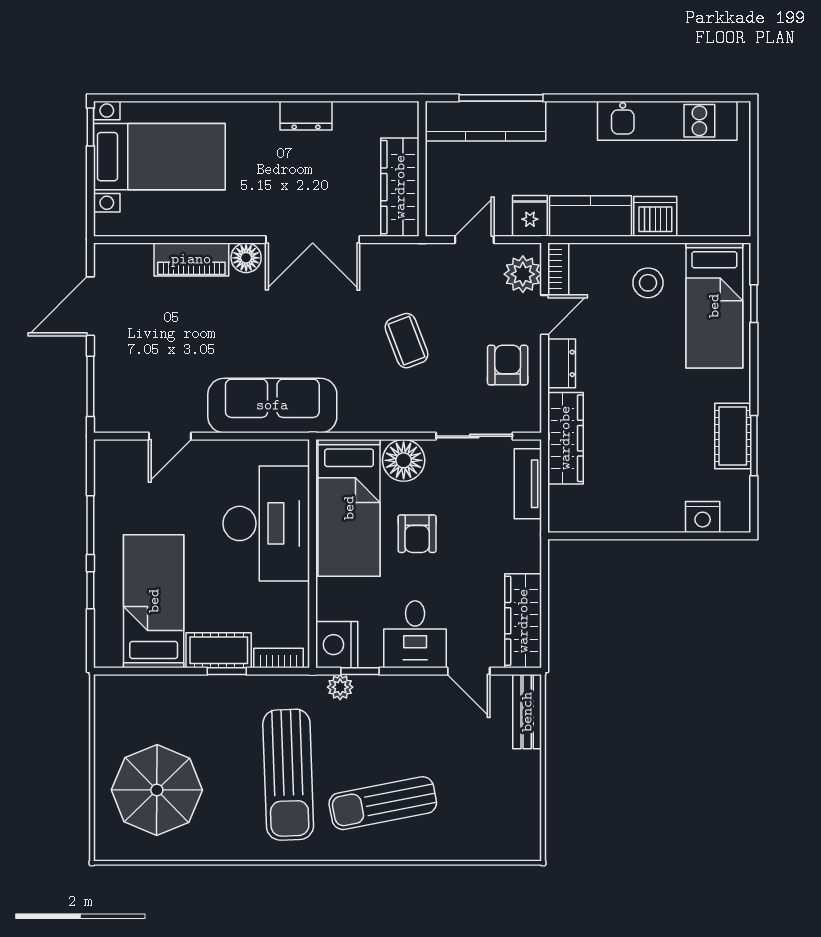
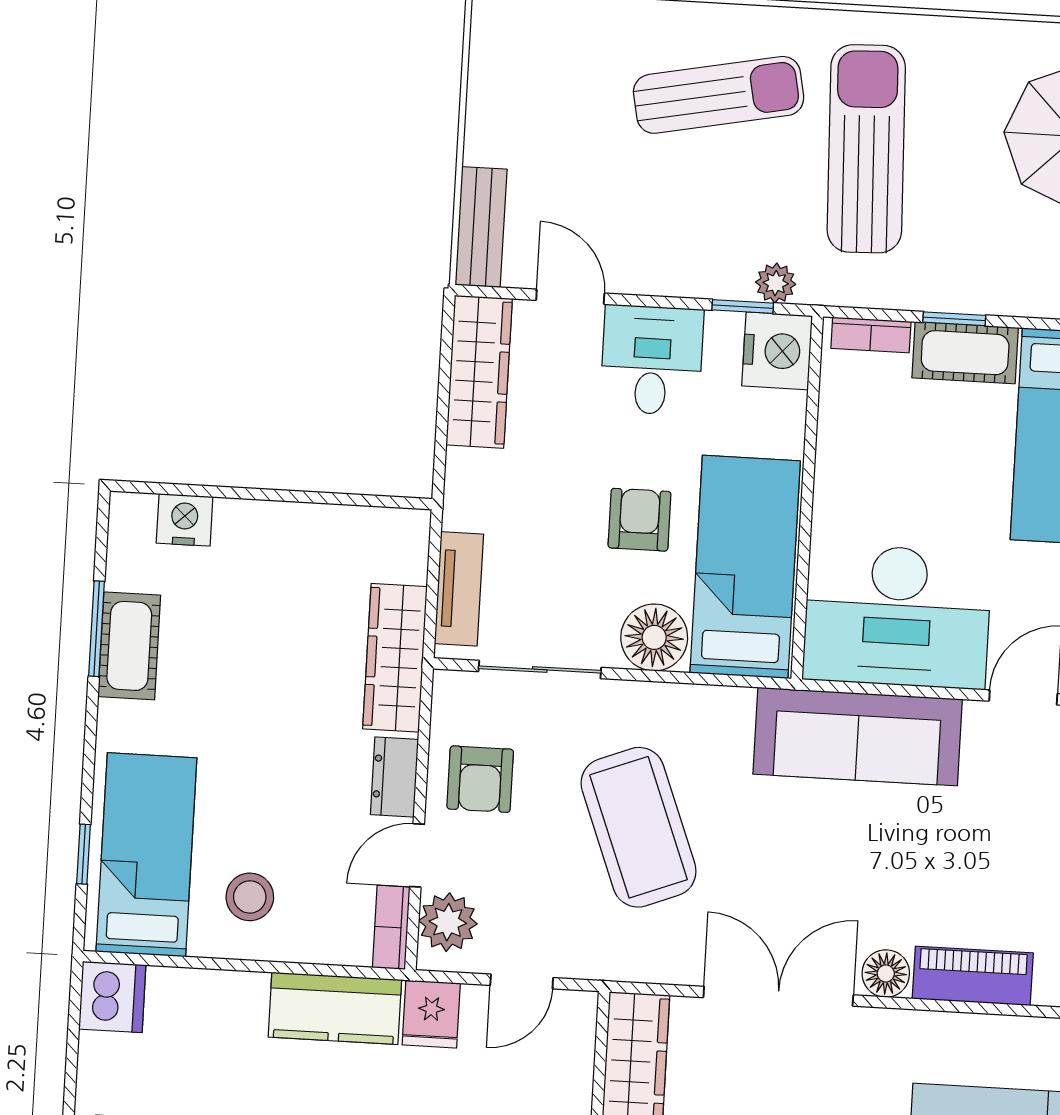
dishwasher: (655, 216) -> (112, 997), moved, turned -90
coffee table: (407, 341) -> (639, 827), width x1.86, depth x1.72
desk: (266, 523) -> (897, 616), moved, turned -90

